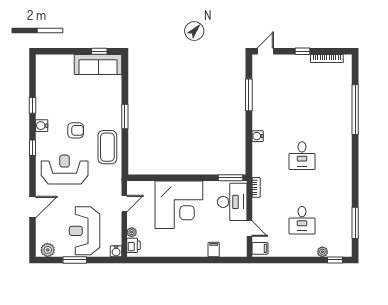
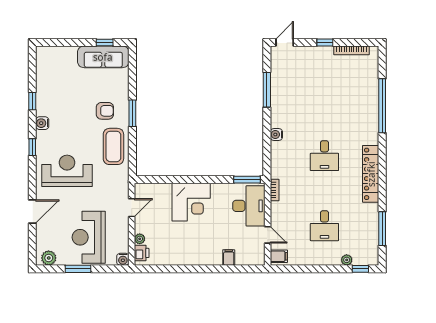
armchair: (76, 130) -> (105, 111), moved
locker: (345, 172) -> (371, 174), added
corner desk: (179, 205) -> (191, 202), width x0.74, depth x0.74

